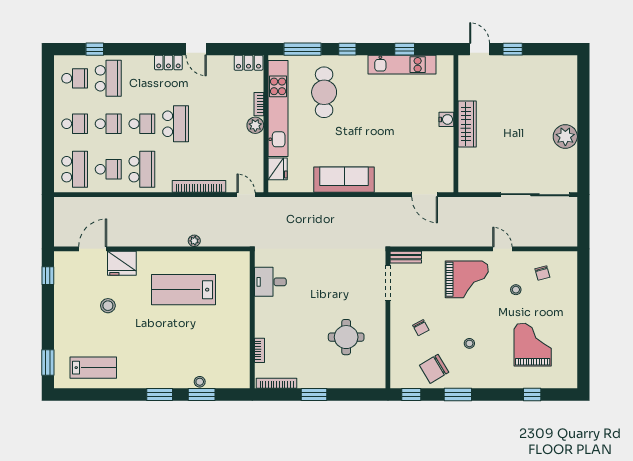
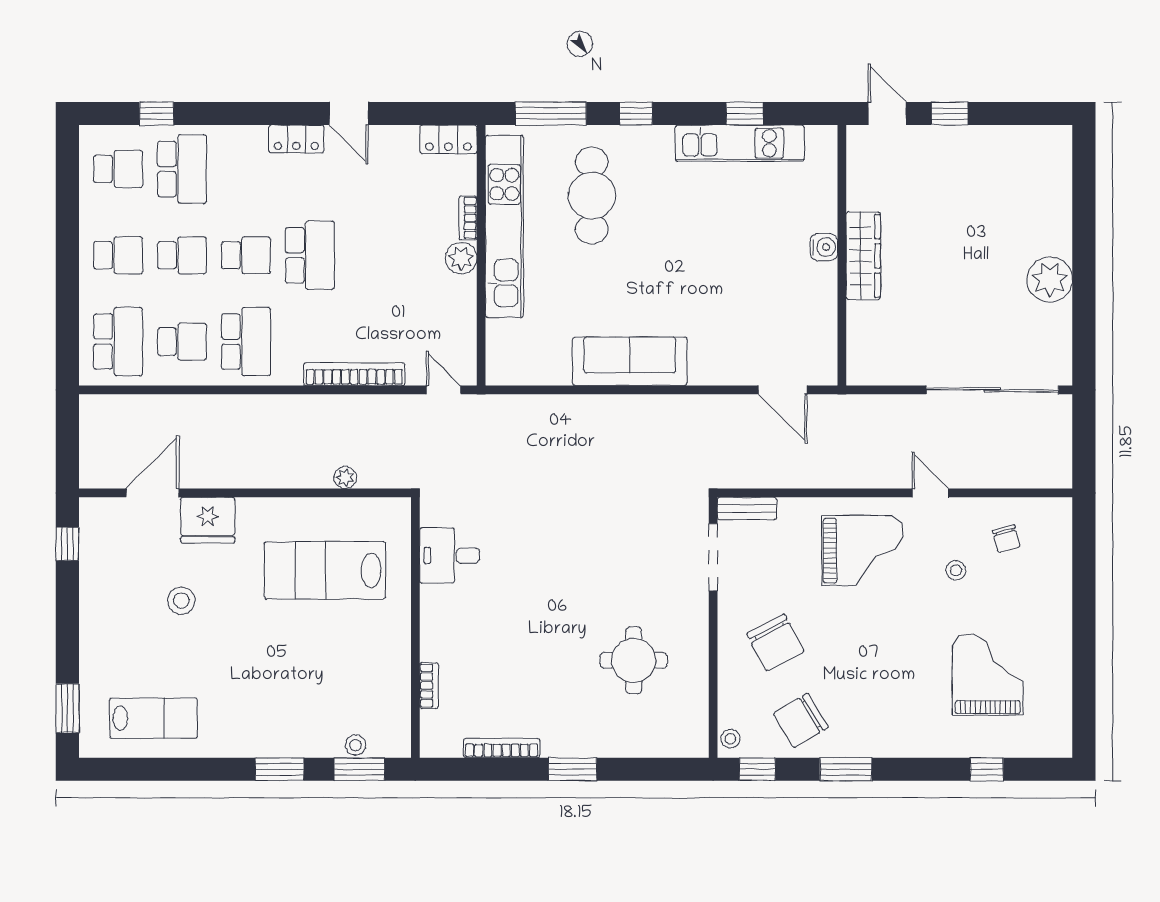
fridge: (278, 169) -> (503, 341), removed
desk: (270, 282) -> (450, 555), moved
wall: (252, 320) -> (415, 628), moved
chair: (421, 328) -> (775, 642), width x1.87, depth x1.87
stool: (469, 343) -> (730, 739), moved
bookcase: (259, 350) -> (429, 686), moved

